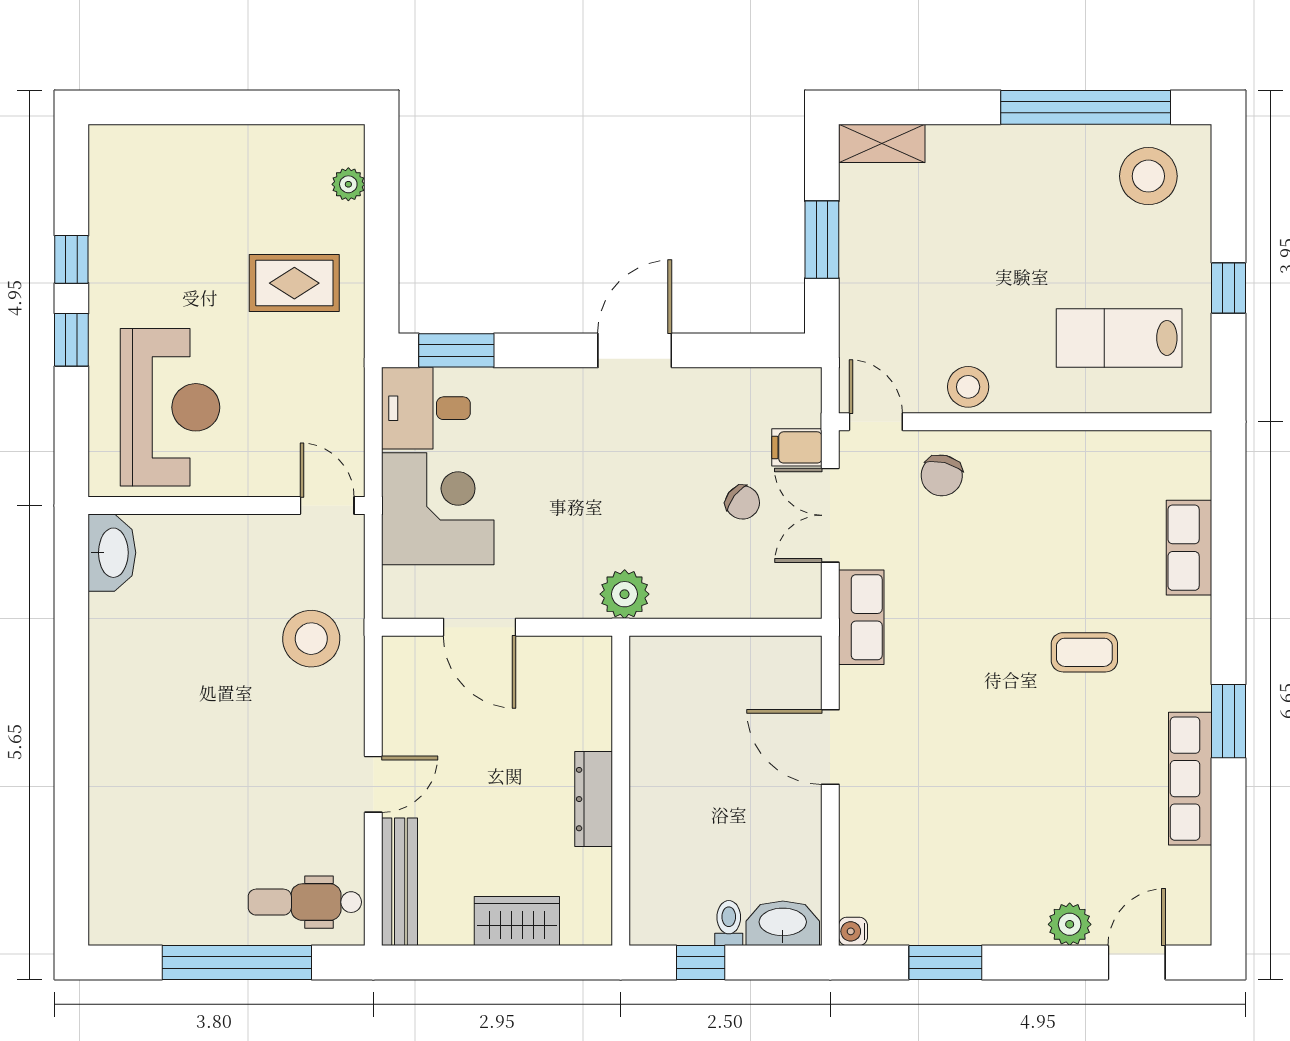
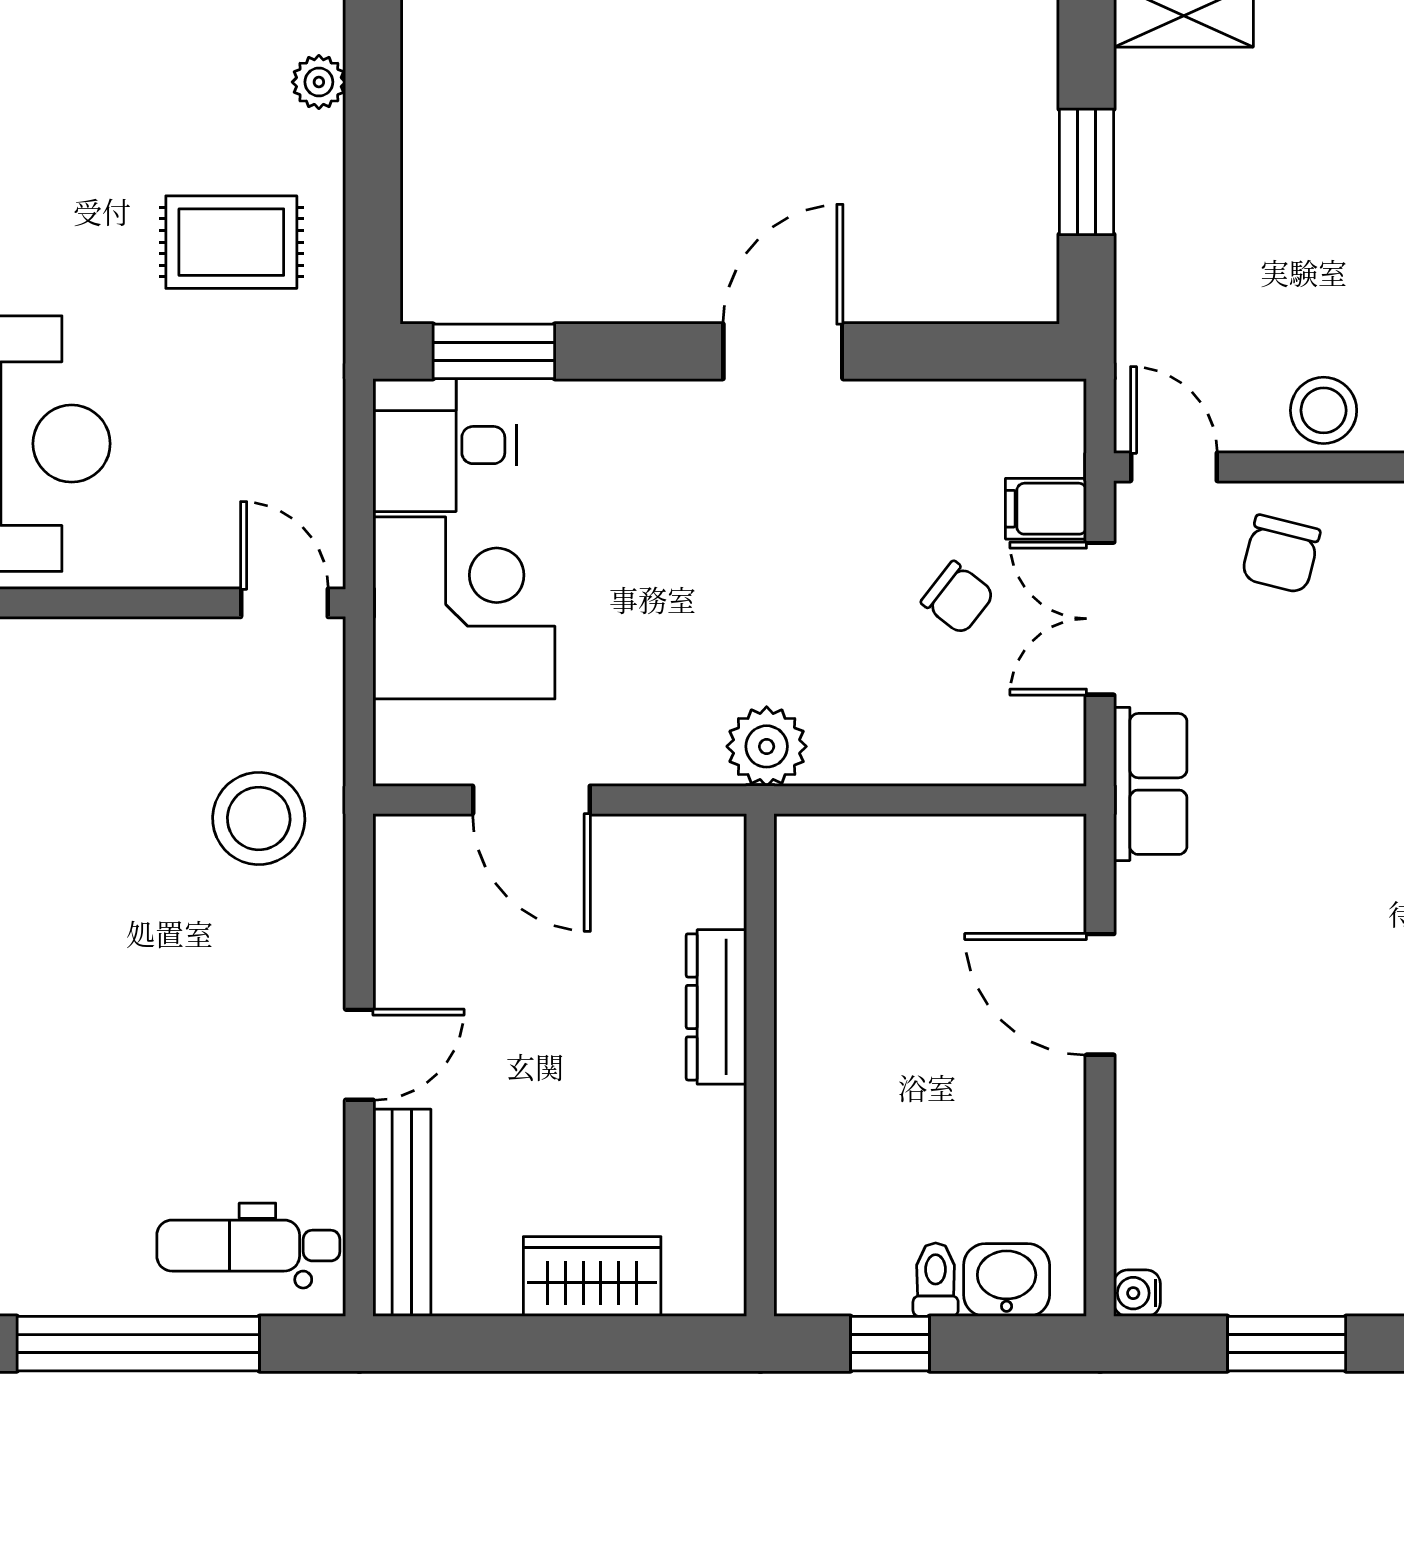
dresser: (594, 799) -> (716, 1007), moved
washbasin: (783, 923) -> (1007, 1280), width x0.72

